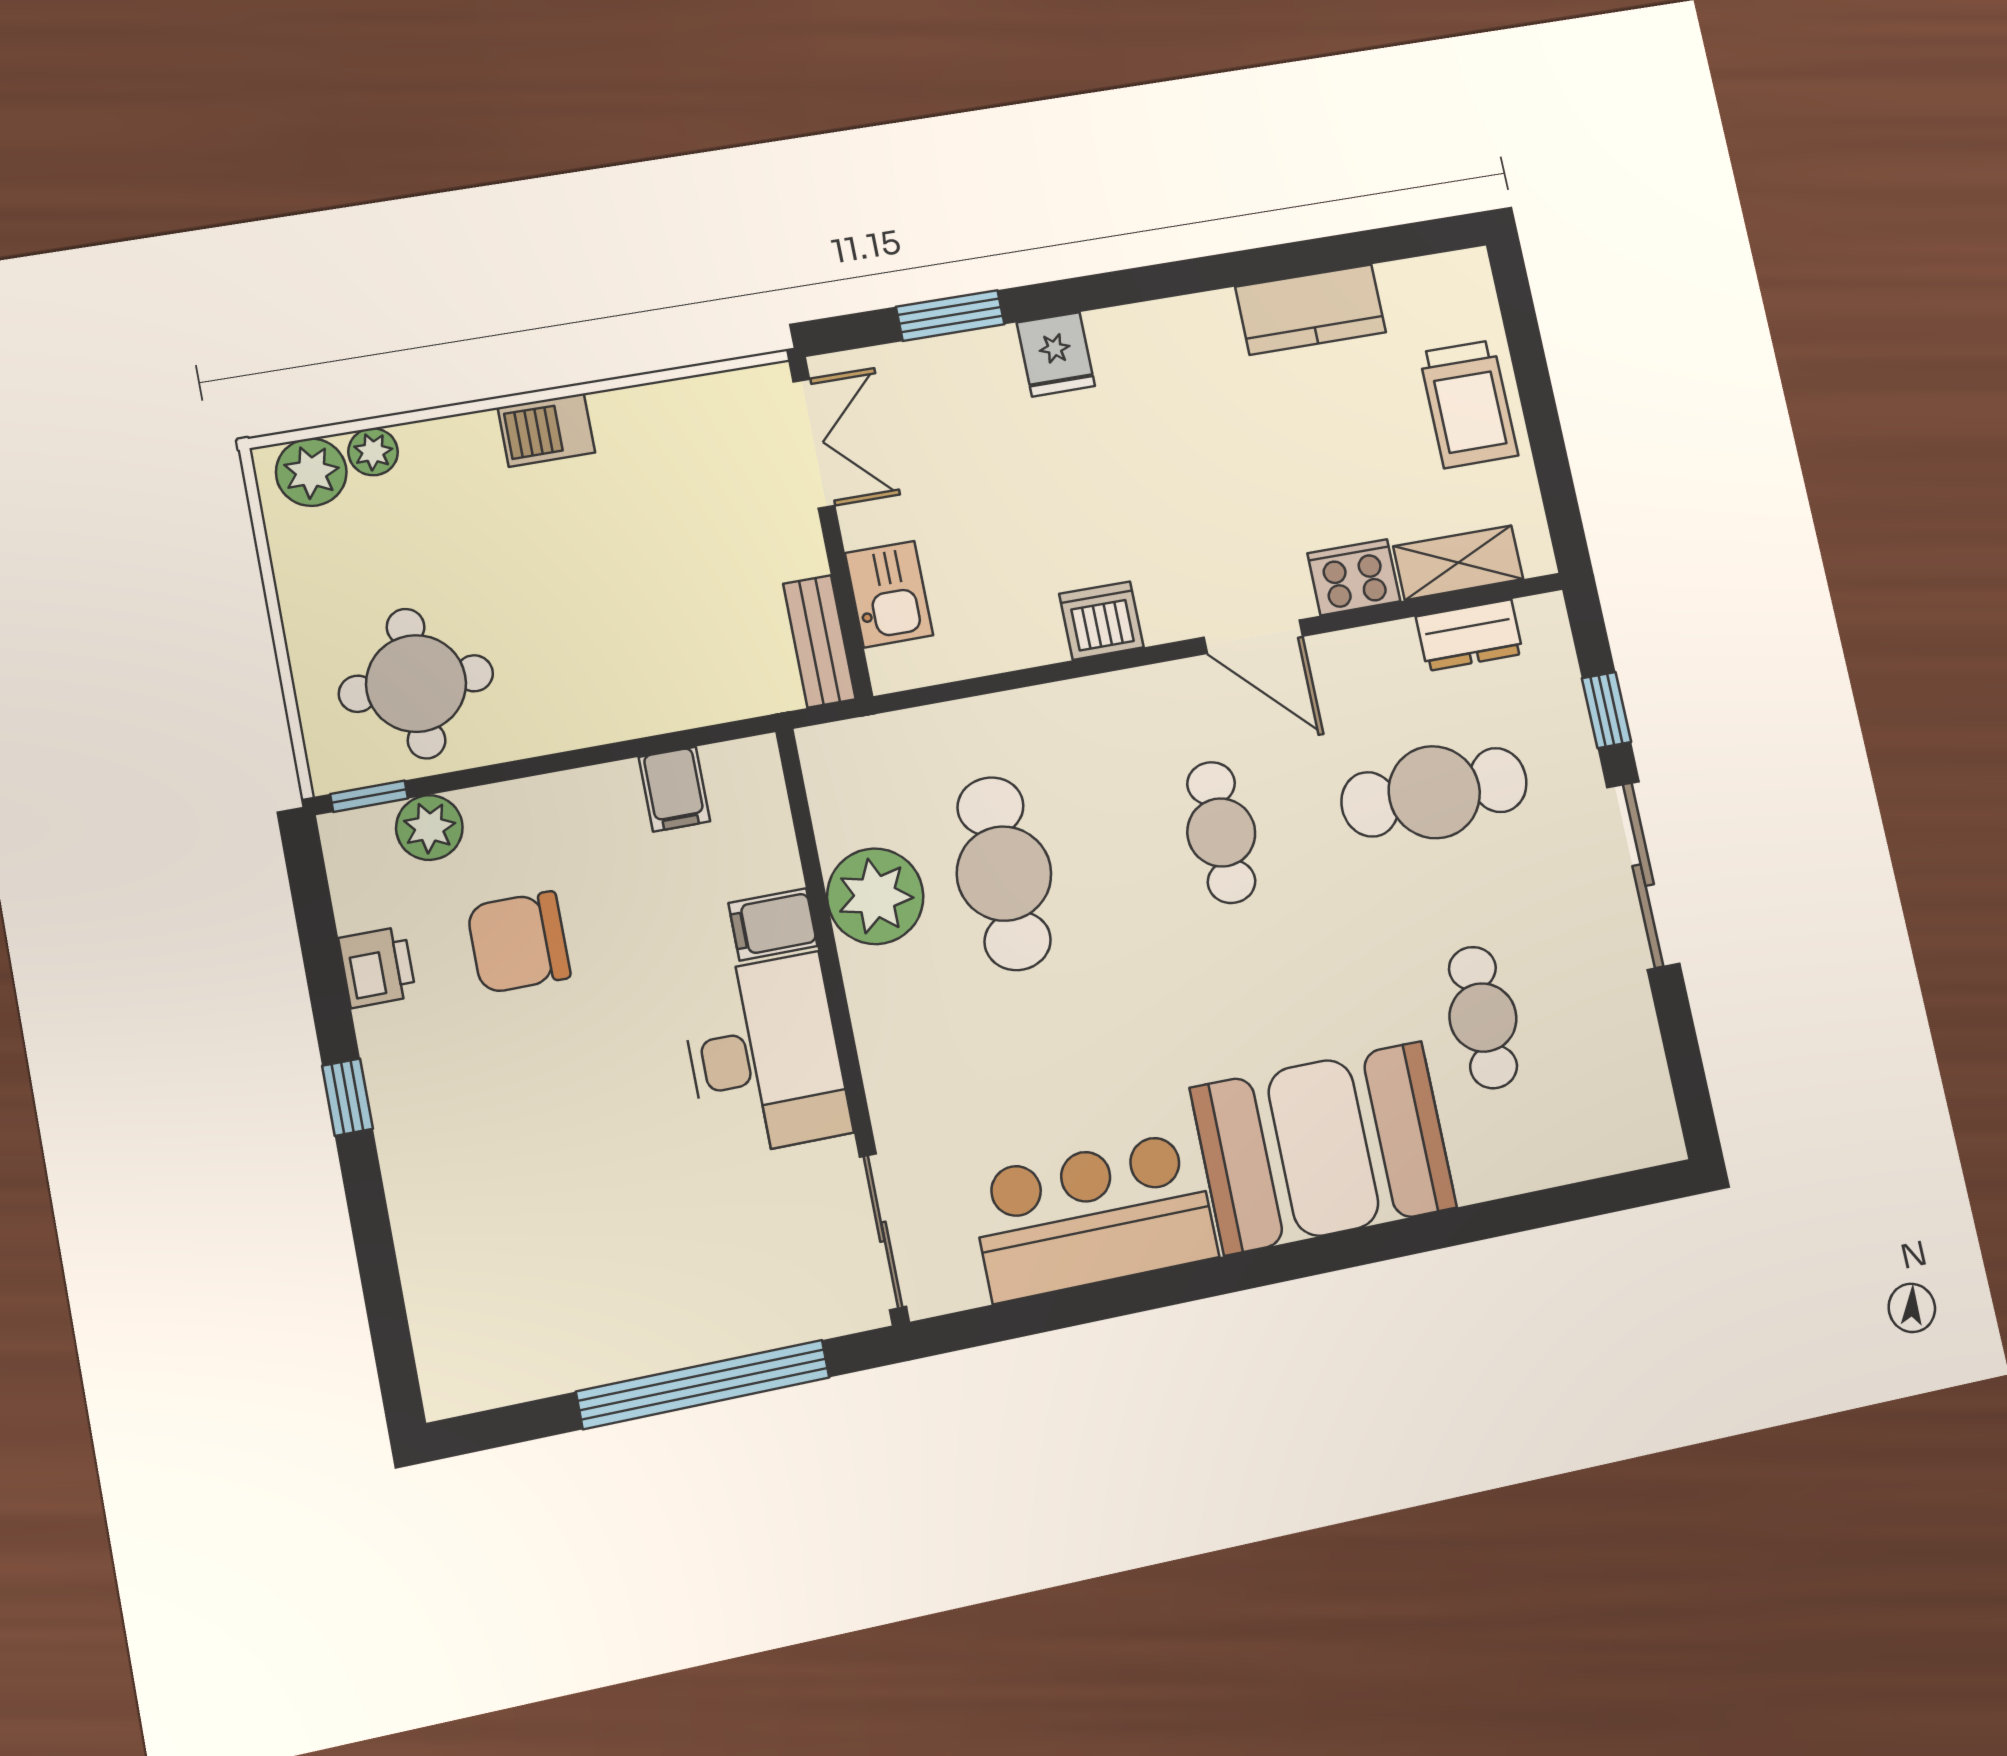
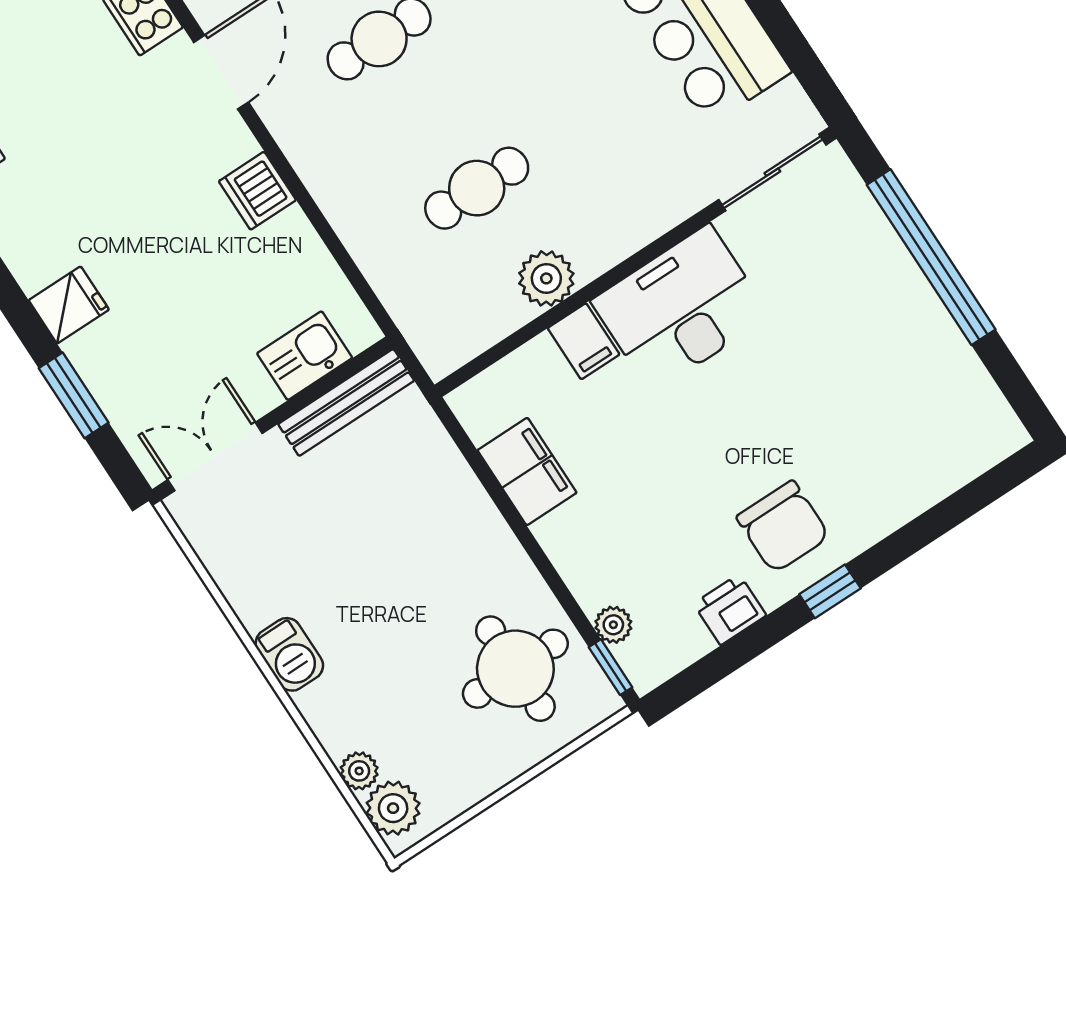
bench: (819, 641) -> (346, 402), width x1.36
filing cabinet: (674, 789) -> (527, 471), width x2.00
plant: (429, 828) -> (613, 625), width x0.73, depth x0.73
cafe table: (1004, 874) -> (477, 188), width x0.73, depth x0.74
plant: (875, 896) -> (546, 278), width x0.73, depth x0.73
chair: (519, 942) -> (783, 527), moved

